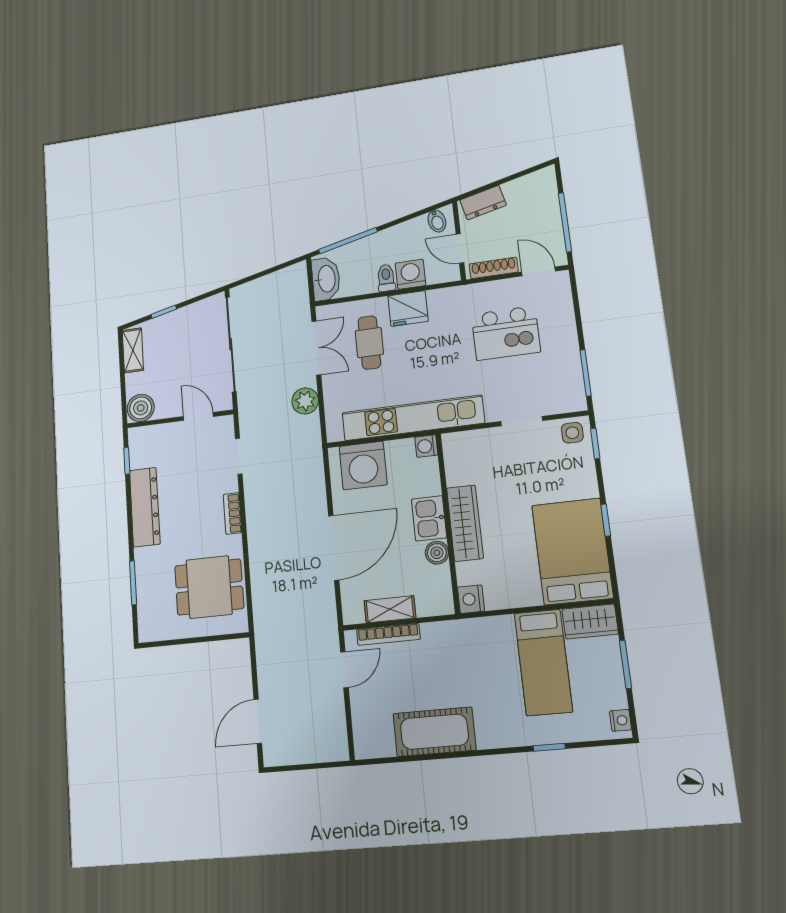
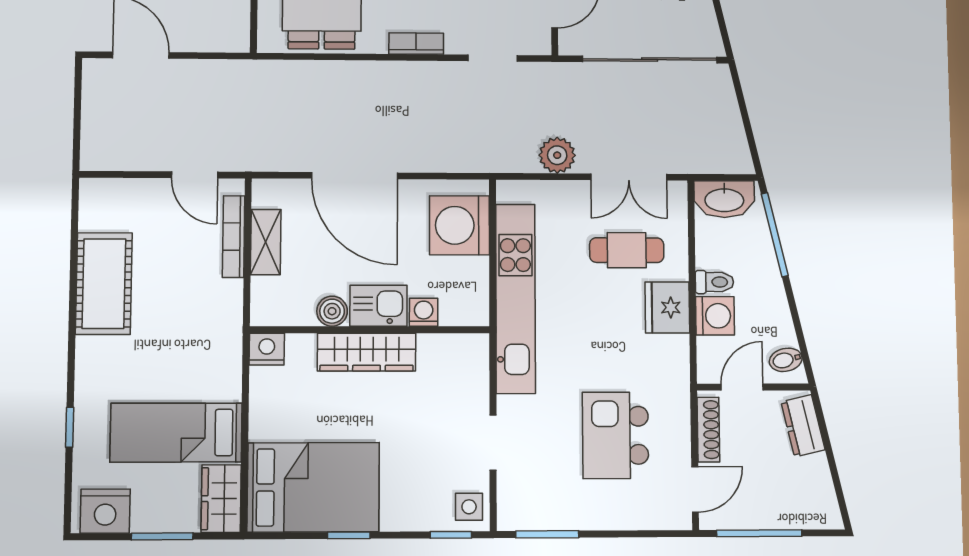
washing machine: (426, 446) -> (424, 312), moved
nightstand: (620, 720) -> (105, 511), width x1.89, depth x1.79

